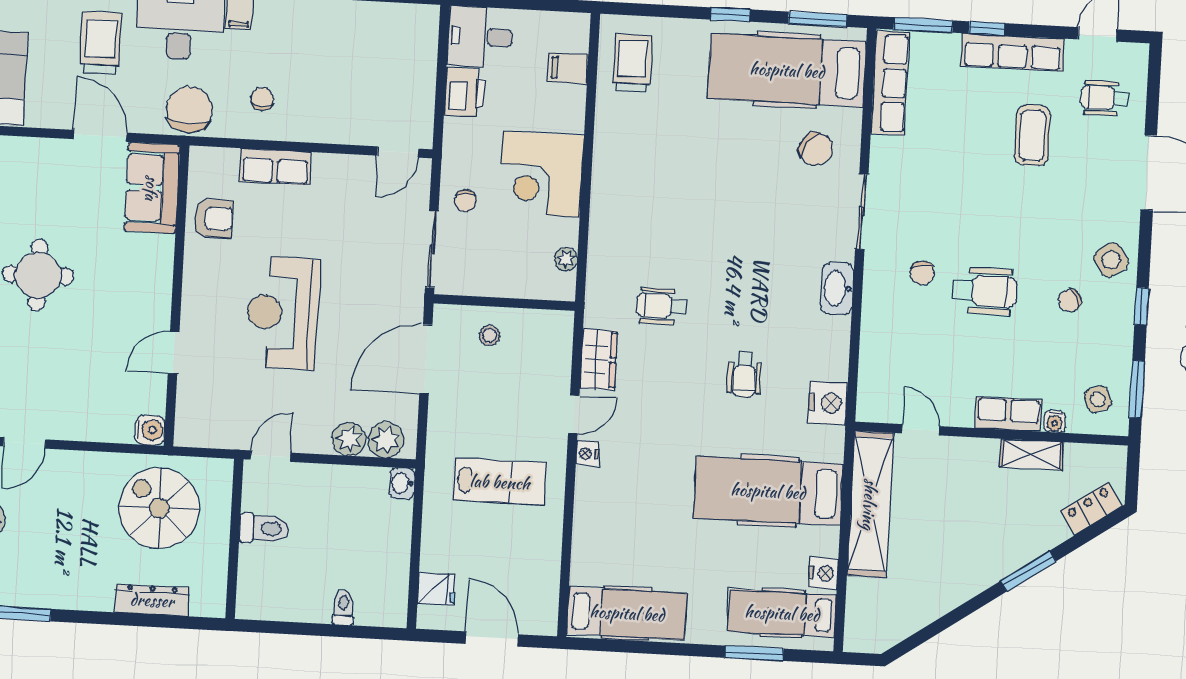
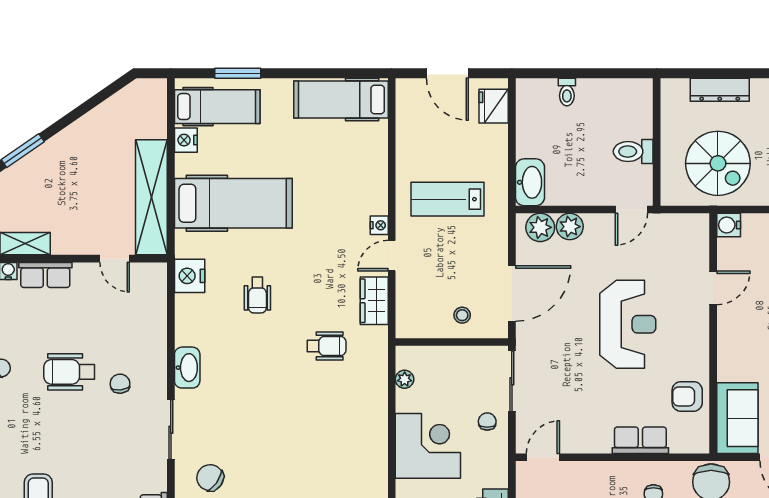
wheelchair: (744, 374) -> (257, 295), turned 180
washbasin: (402, 483) -> (530, 182), width x1.91, depth x1.45
fridge: (436, 589) -> (494, 106), width x1.38

